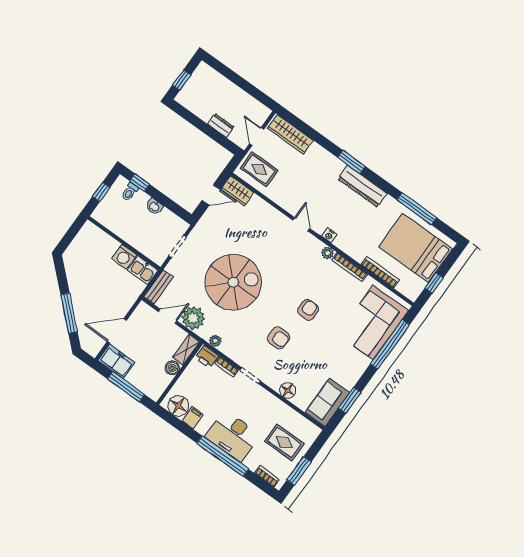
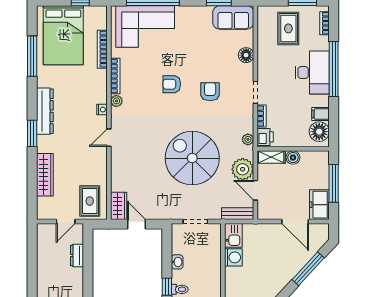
wardrobe: (290, 134) -> (45, 175), moved

